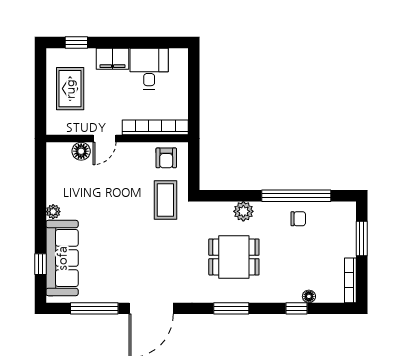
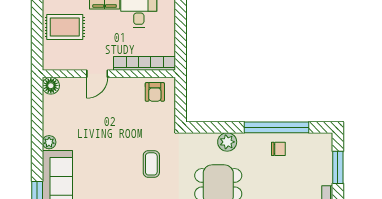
rug: (70, 89) -> (65, 27), turned 90
floor lamp: (81, 151) -> (51, 86), moved
coffee table: (165, 200) -> (151, 164), moved, width x0.73, depth x0.77

